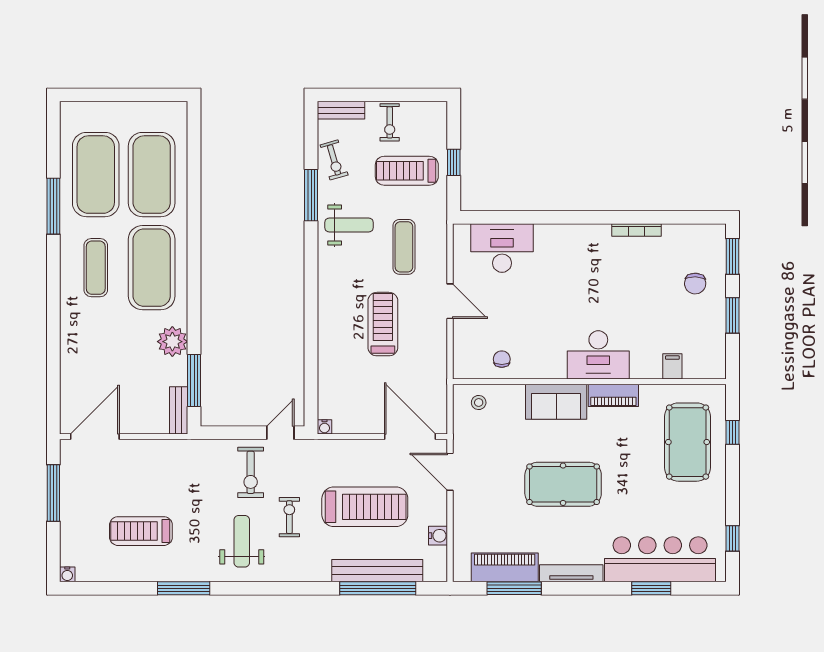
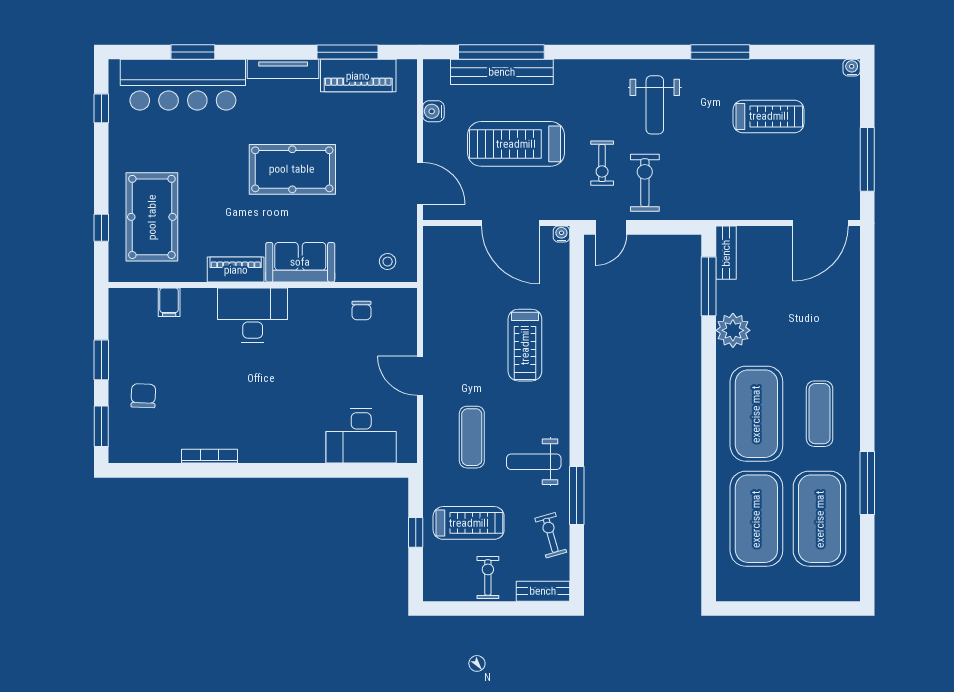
treadmill: (383, 324) -> (525, 345), moved
door: (410, 437) -> (510, 223), moved
exercise bike: (289, 517) -> (602, 163), moved

